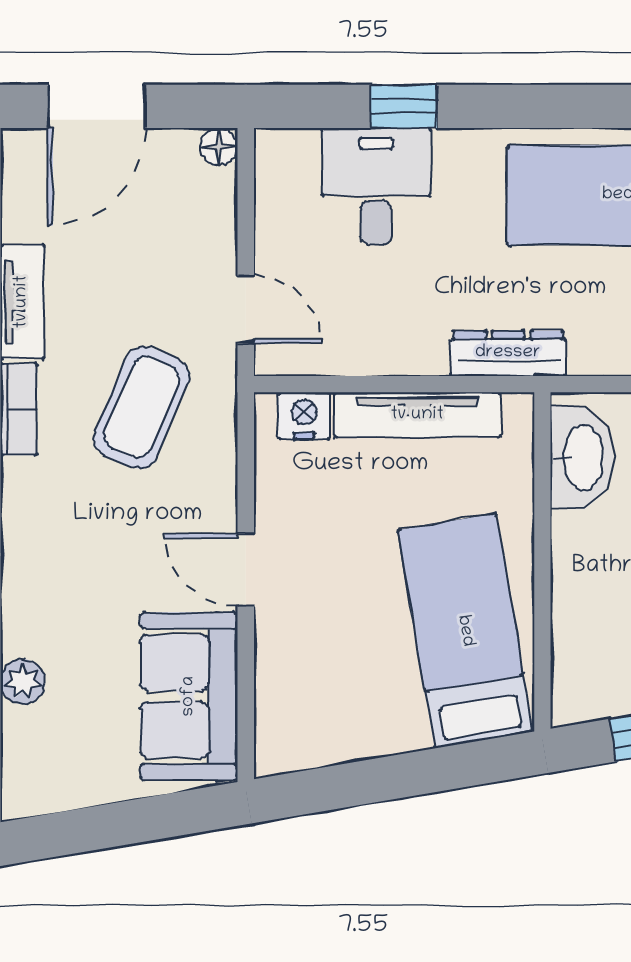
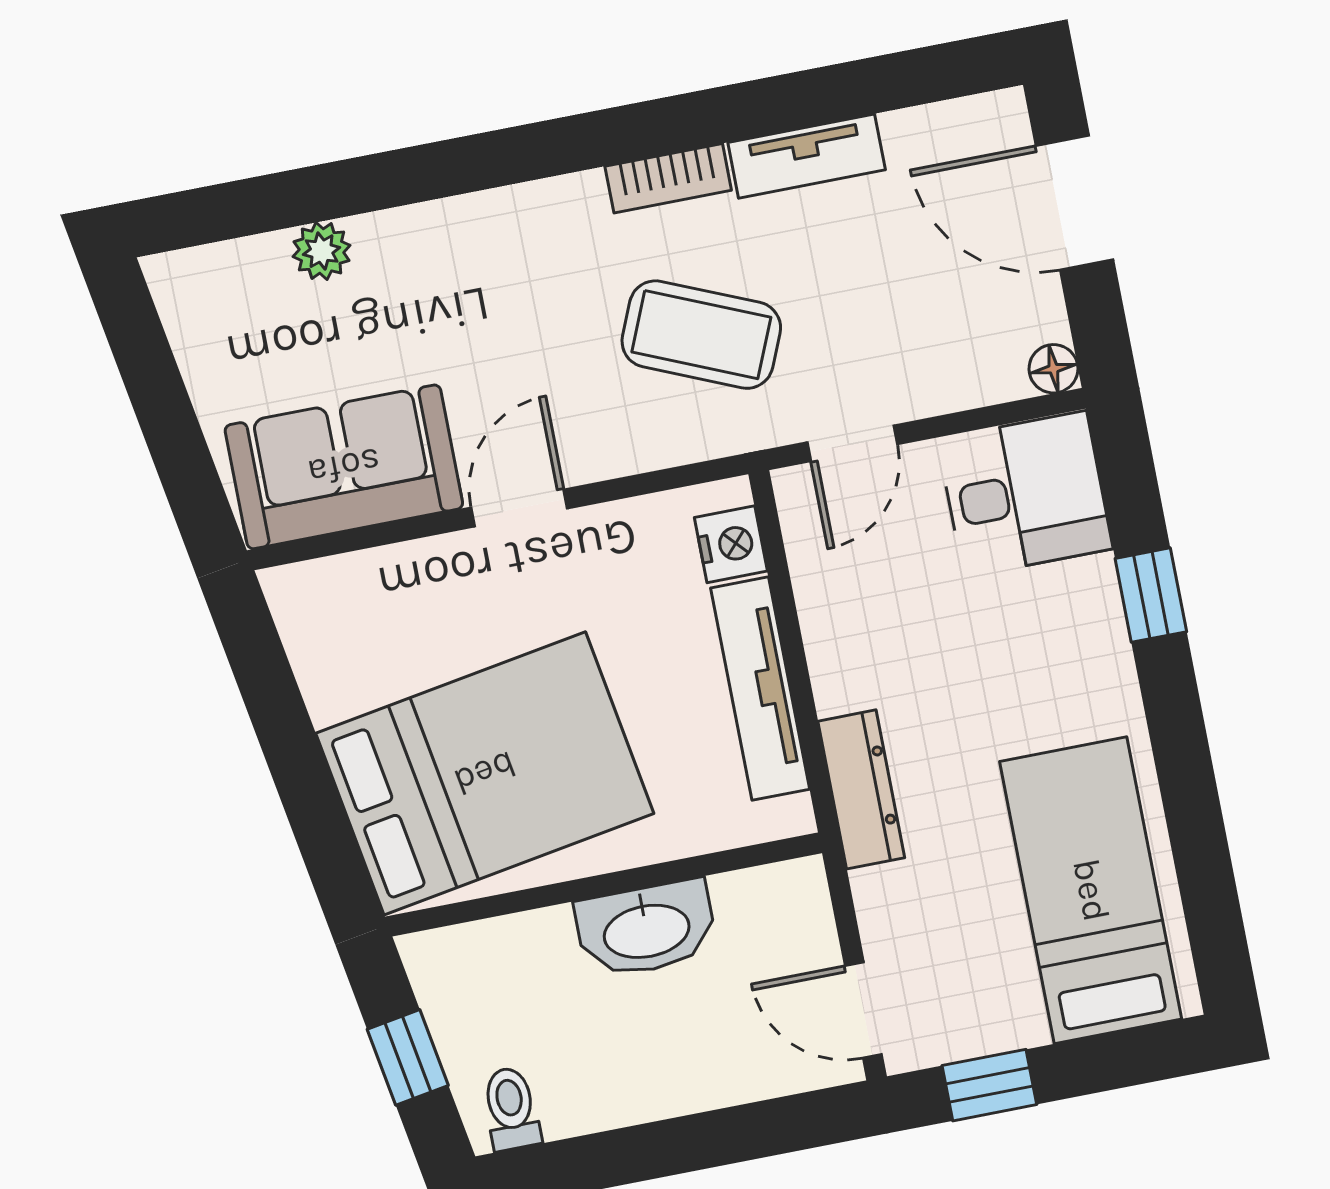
desk: (376, 187) -> (1025, 494), moved
washbasin: (582, 458) -> (646, 929), moved
bed: (465, 631) -> (485, 773), width x1.50

